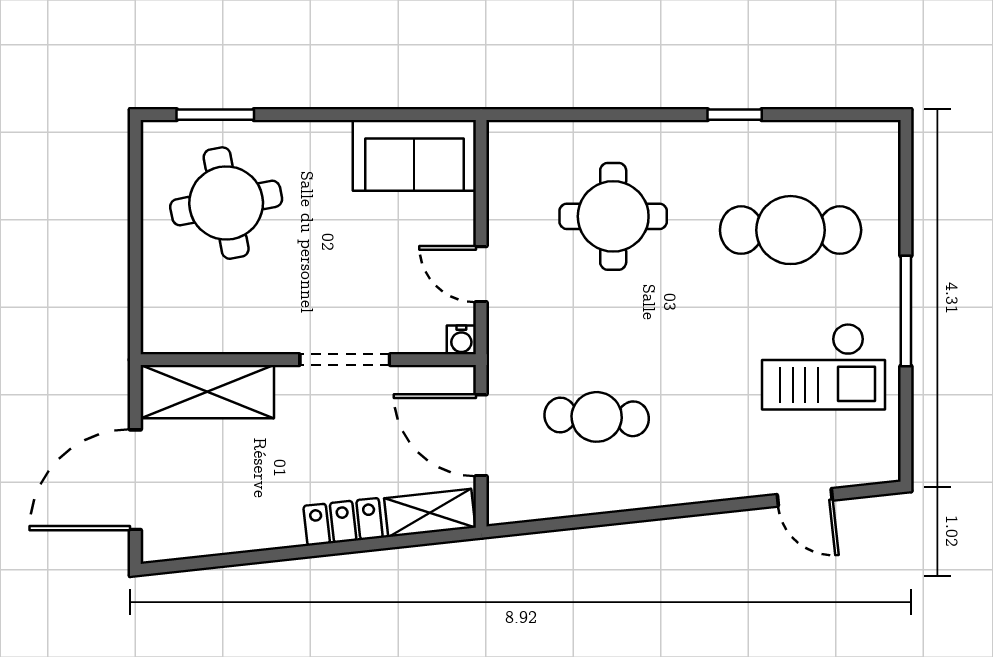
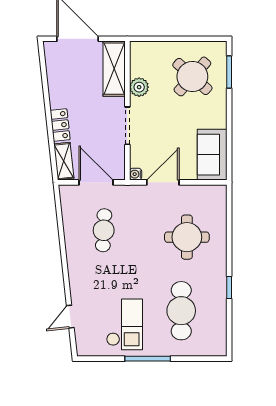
round table: (226, 203) -> (192, 76), turned -37
door: (481, 274) -> (163, 182), width x1.38
plant: (252, 331) -> (139, 87), added
checkout: (823, 367) -> (124, 324), turned 180
door: (481, 435) -> (96, 182), hinge flipped

